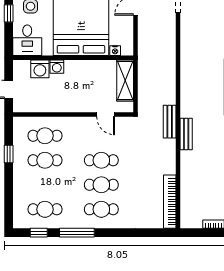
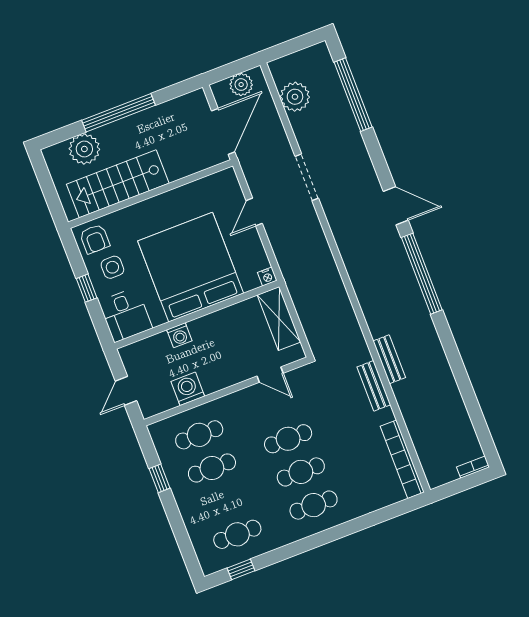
nightstand: (115, 51) -> (267, 277), moved
washing machine: (40, 69) -> (188, 389), moved, turned 180
bench: (170, 122) -> (374, 386), moved
window: (77, 233) -> (293, 549), removed

